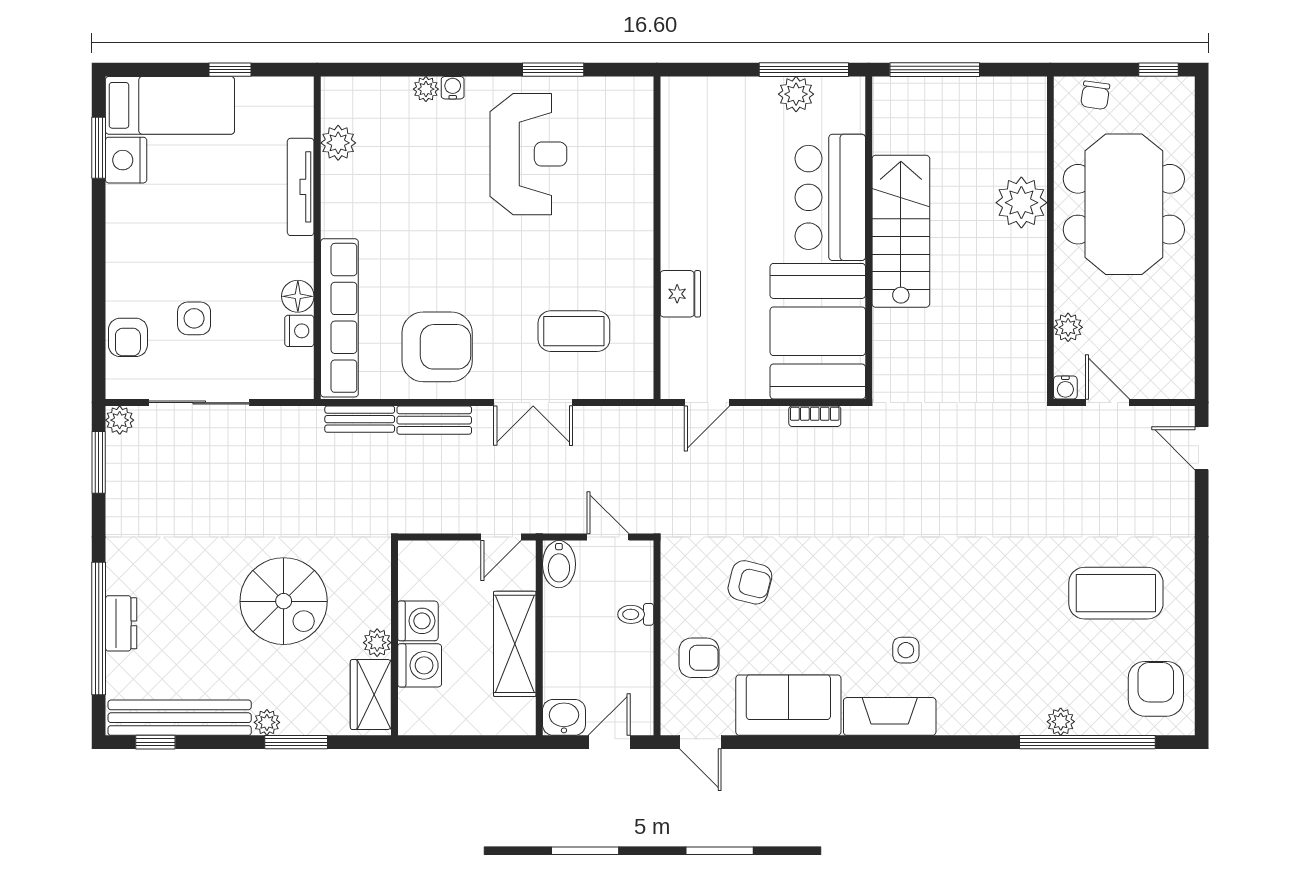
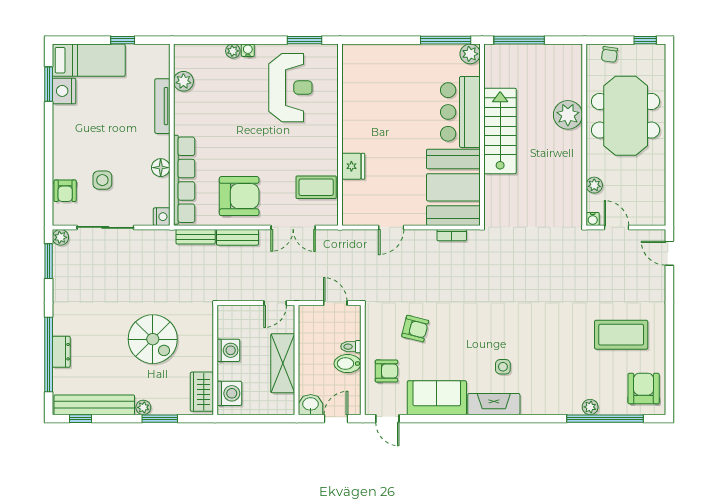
plant: (796, 94) -> (470, 54), moved
wall: (657, 238) -> (340, 135), moved
fridge: (680, 294) -> (353, 166), moved
nightstand: (299, 331) -> (162, 217), moved
bidet: (559, 564) -> (348, 364), moved, turned 90
plant: (377, 643) -> (205, 363), removed
washing machine: (420, 665) -> (229, 393), moved

